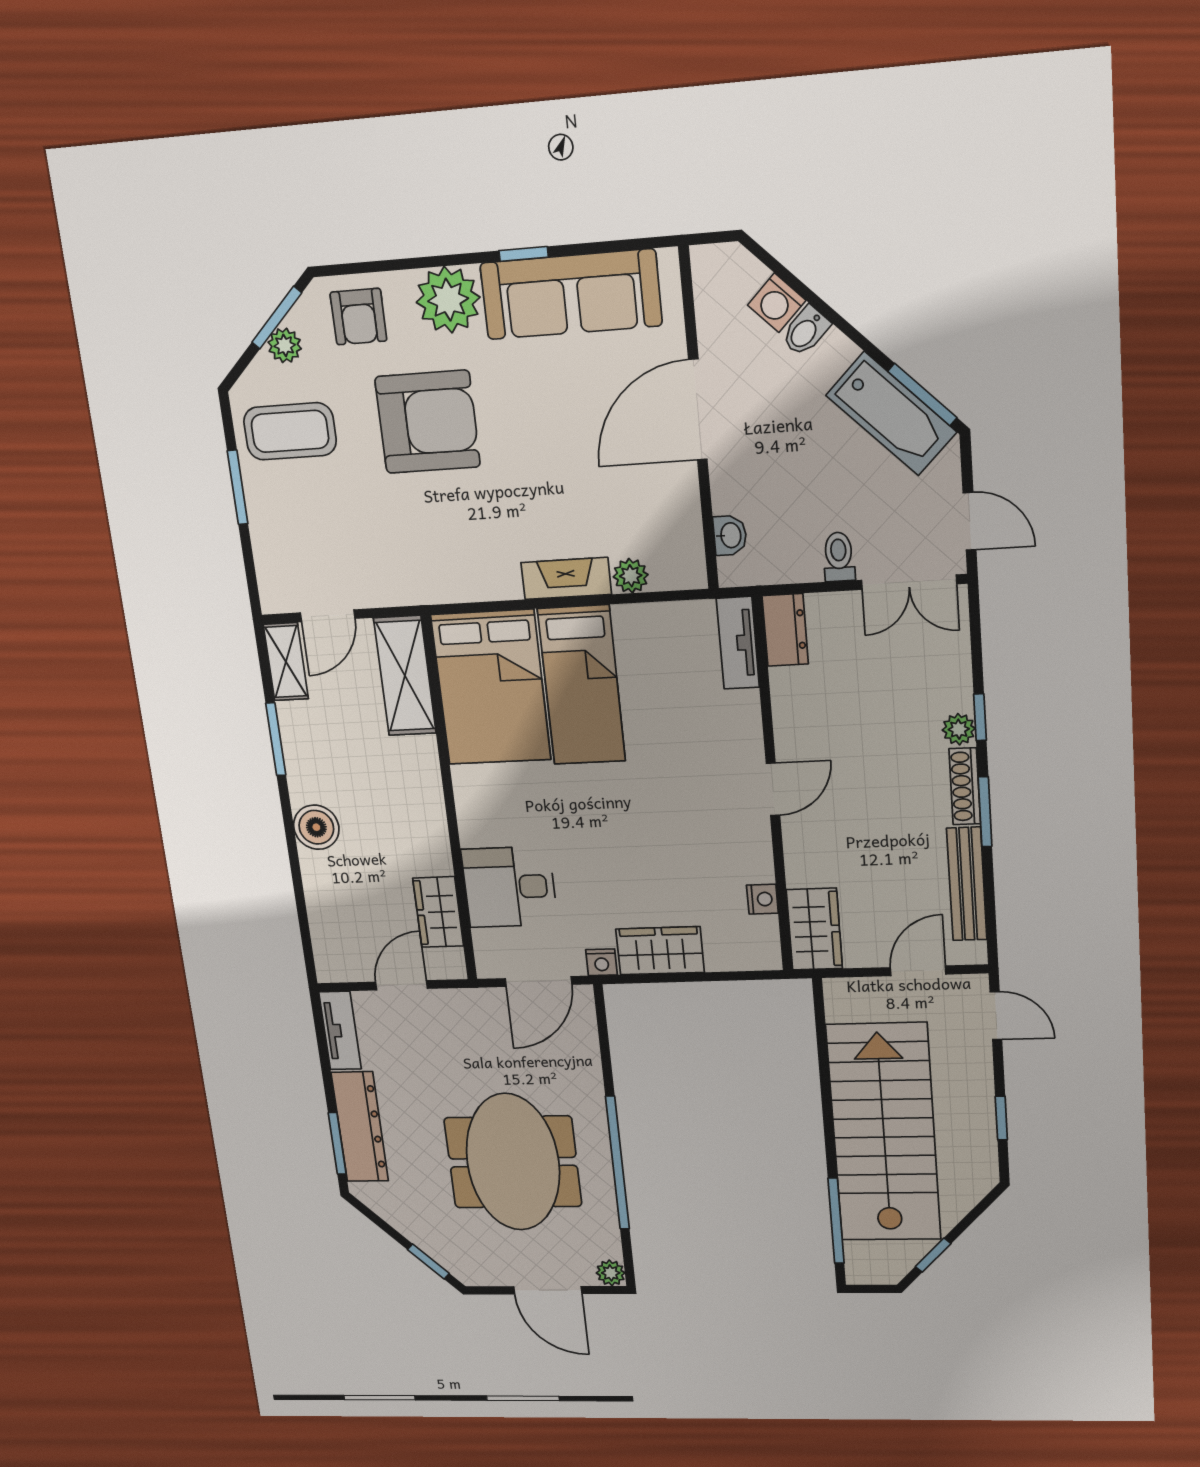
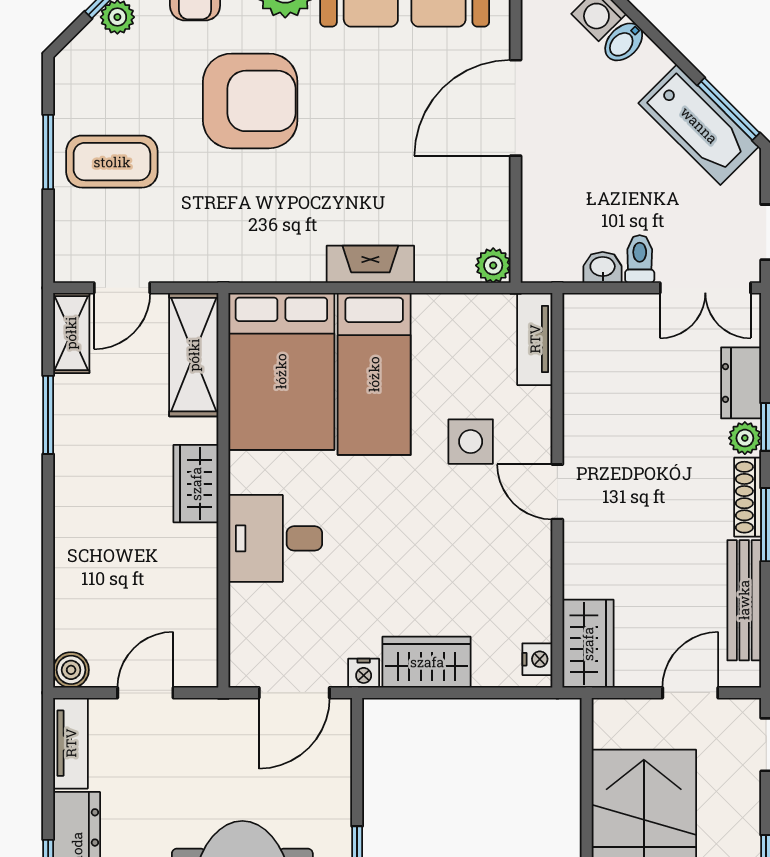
coffee table: (290, 431) -> (112, 162), moved
washbasin: (730, 535) -> (603, 267), moved, turned -90
plant: (631, 576) -> (493, 265), moved
dresser: (785, 630) -> (741, 383), moved, turned 180
side table: (683, 745) -> (471, 442), added
door: (773, 789) -> (557, 492), swing flipped
boiler: (316, 827) -> (71, 670), moved, width x0.73, depth x0.73
desk: (509, 887) -> (275, 538), moved
nightstand: (762, 899) -> (537, 659), moved
wardrobe: (438, 912) -> (196, 484), moved

